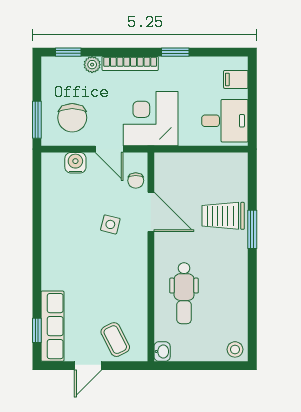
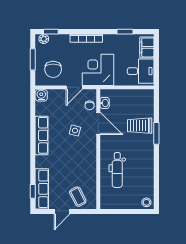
window: (175, 52) -> (125, 32), moved
plant: (92, 65) -> (44, 39), moved
filing cabinet: (236, 79) -> (147, 47), width x2.00
window: (37, 120) -> (33, 59), moved
door: (109, 149) -> (74, 87), hinge flipped
water cooler: (75, 163) -> (41, 95), moved
row of seats: (52, 233) -> (42, 135), added
washbasin: (162, 351) -> (105, 103), moved

